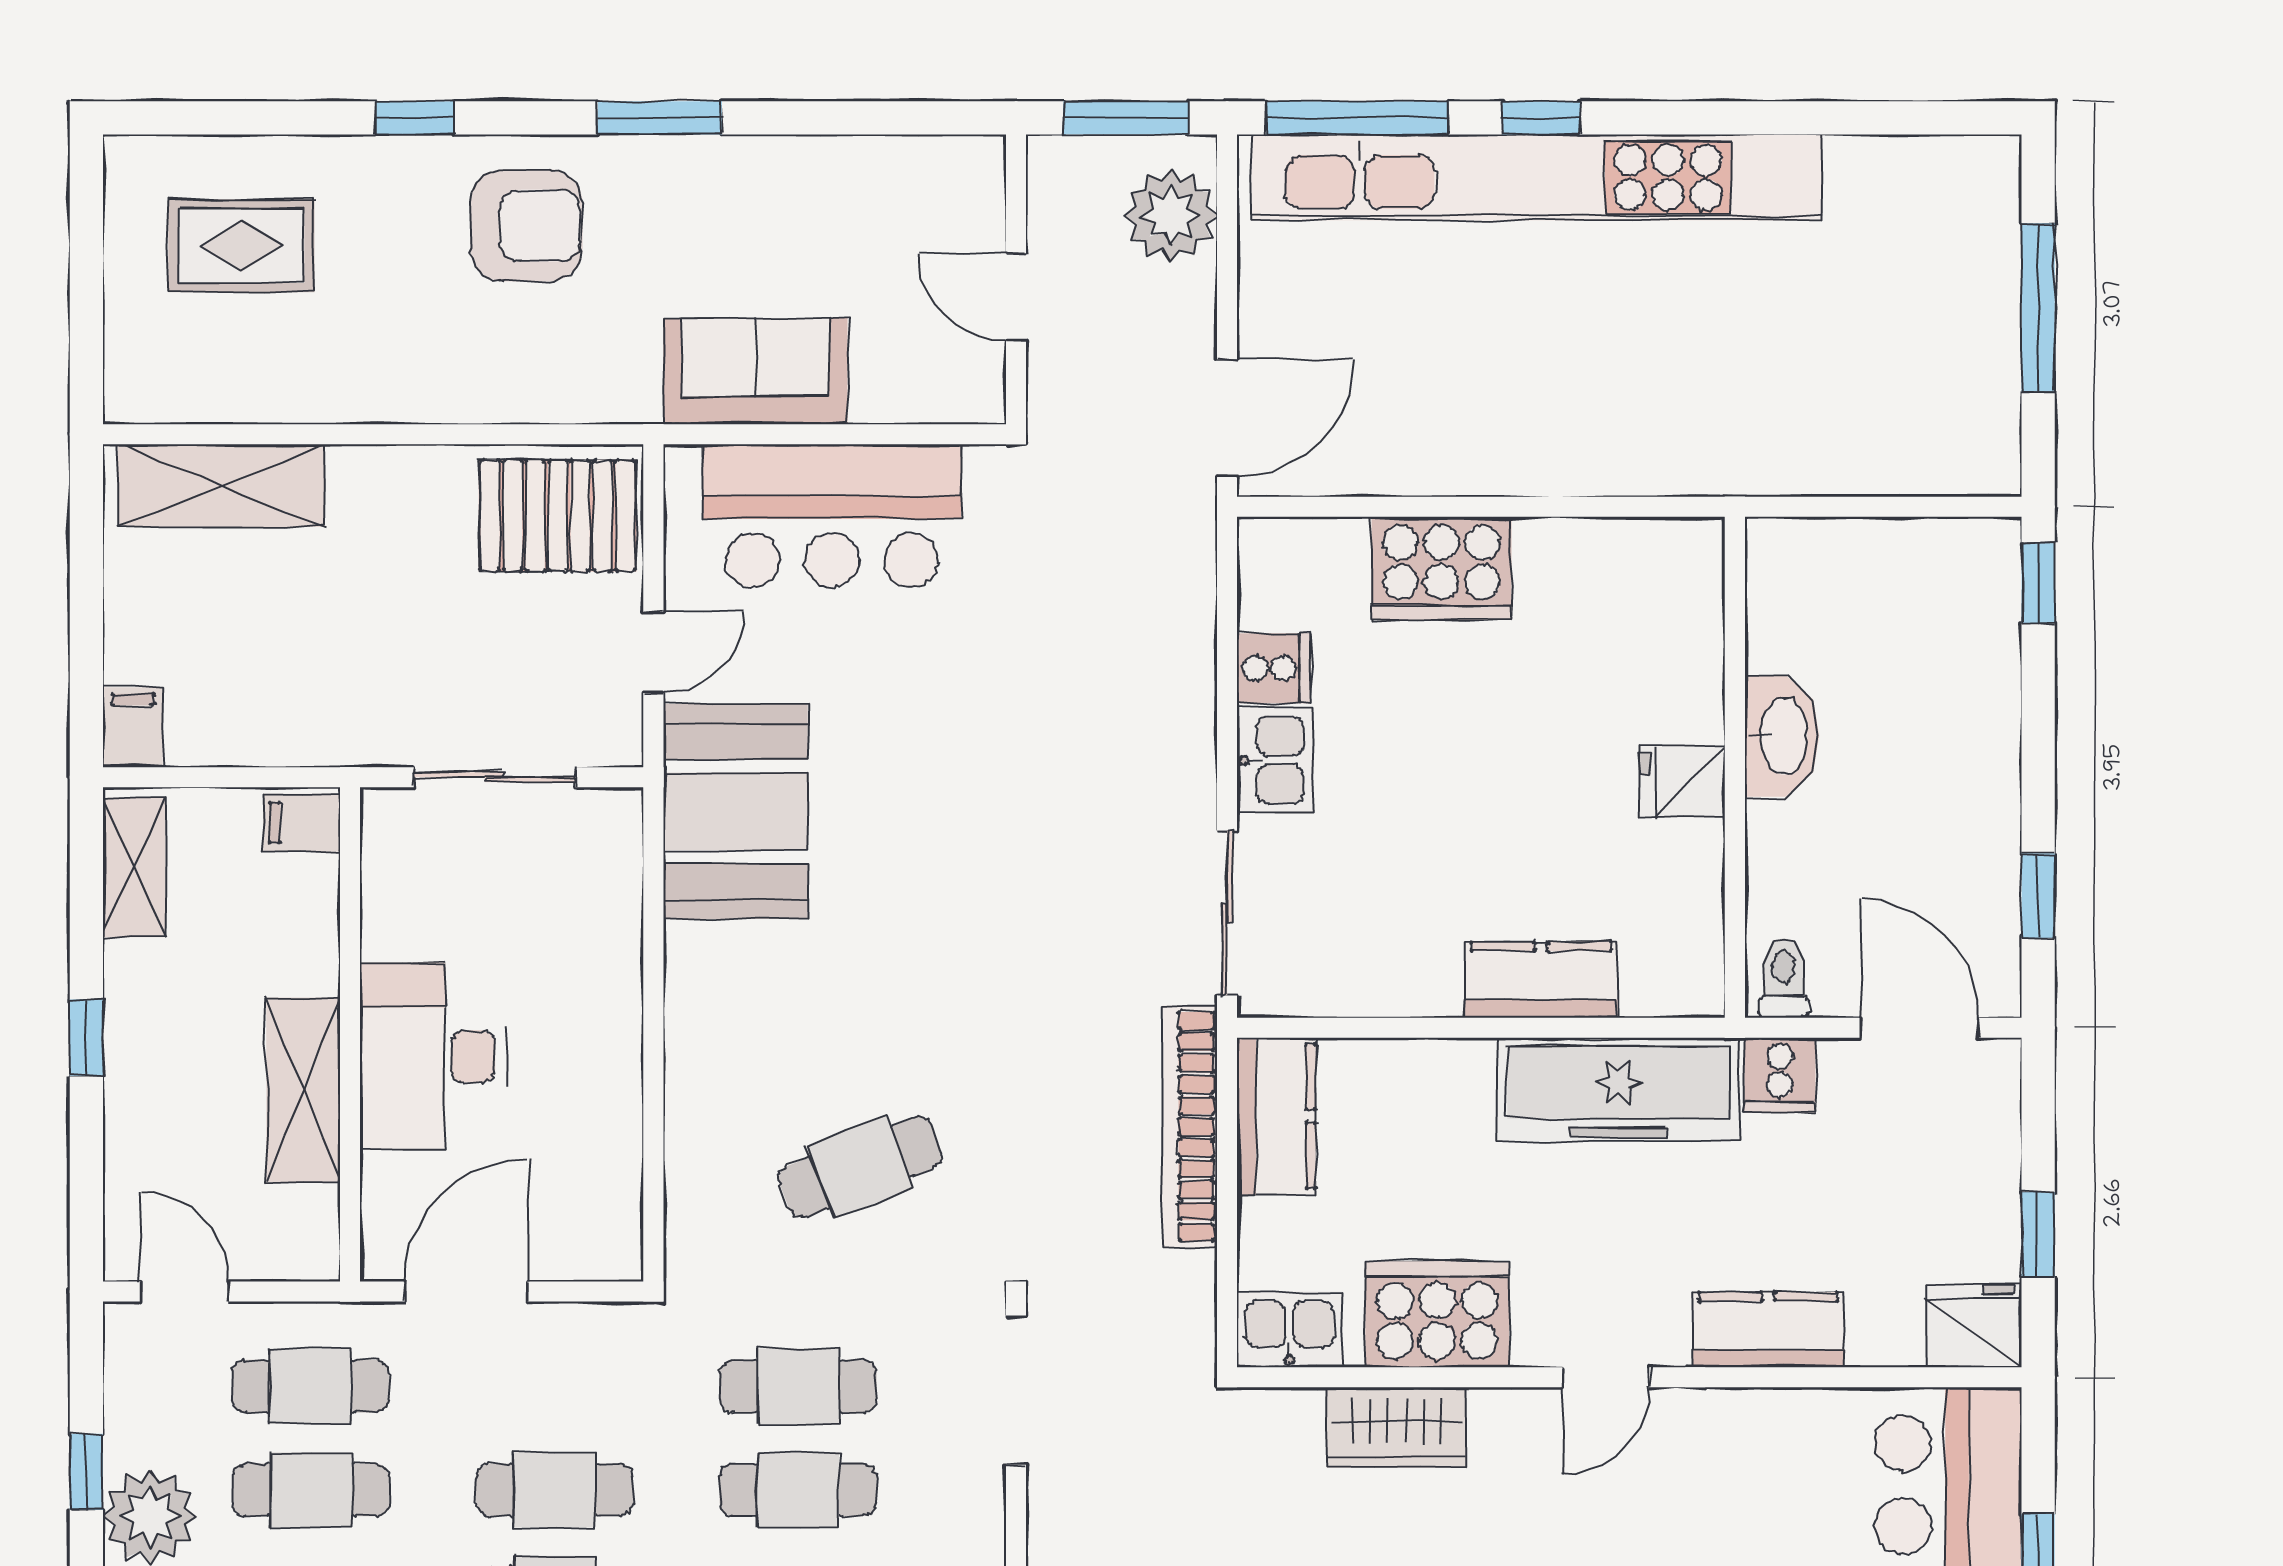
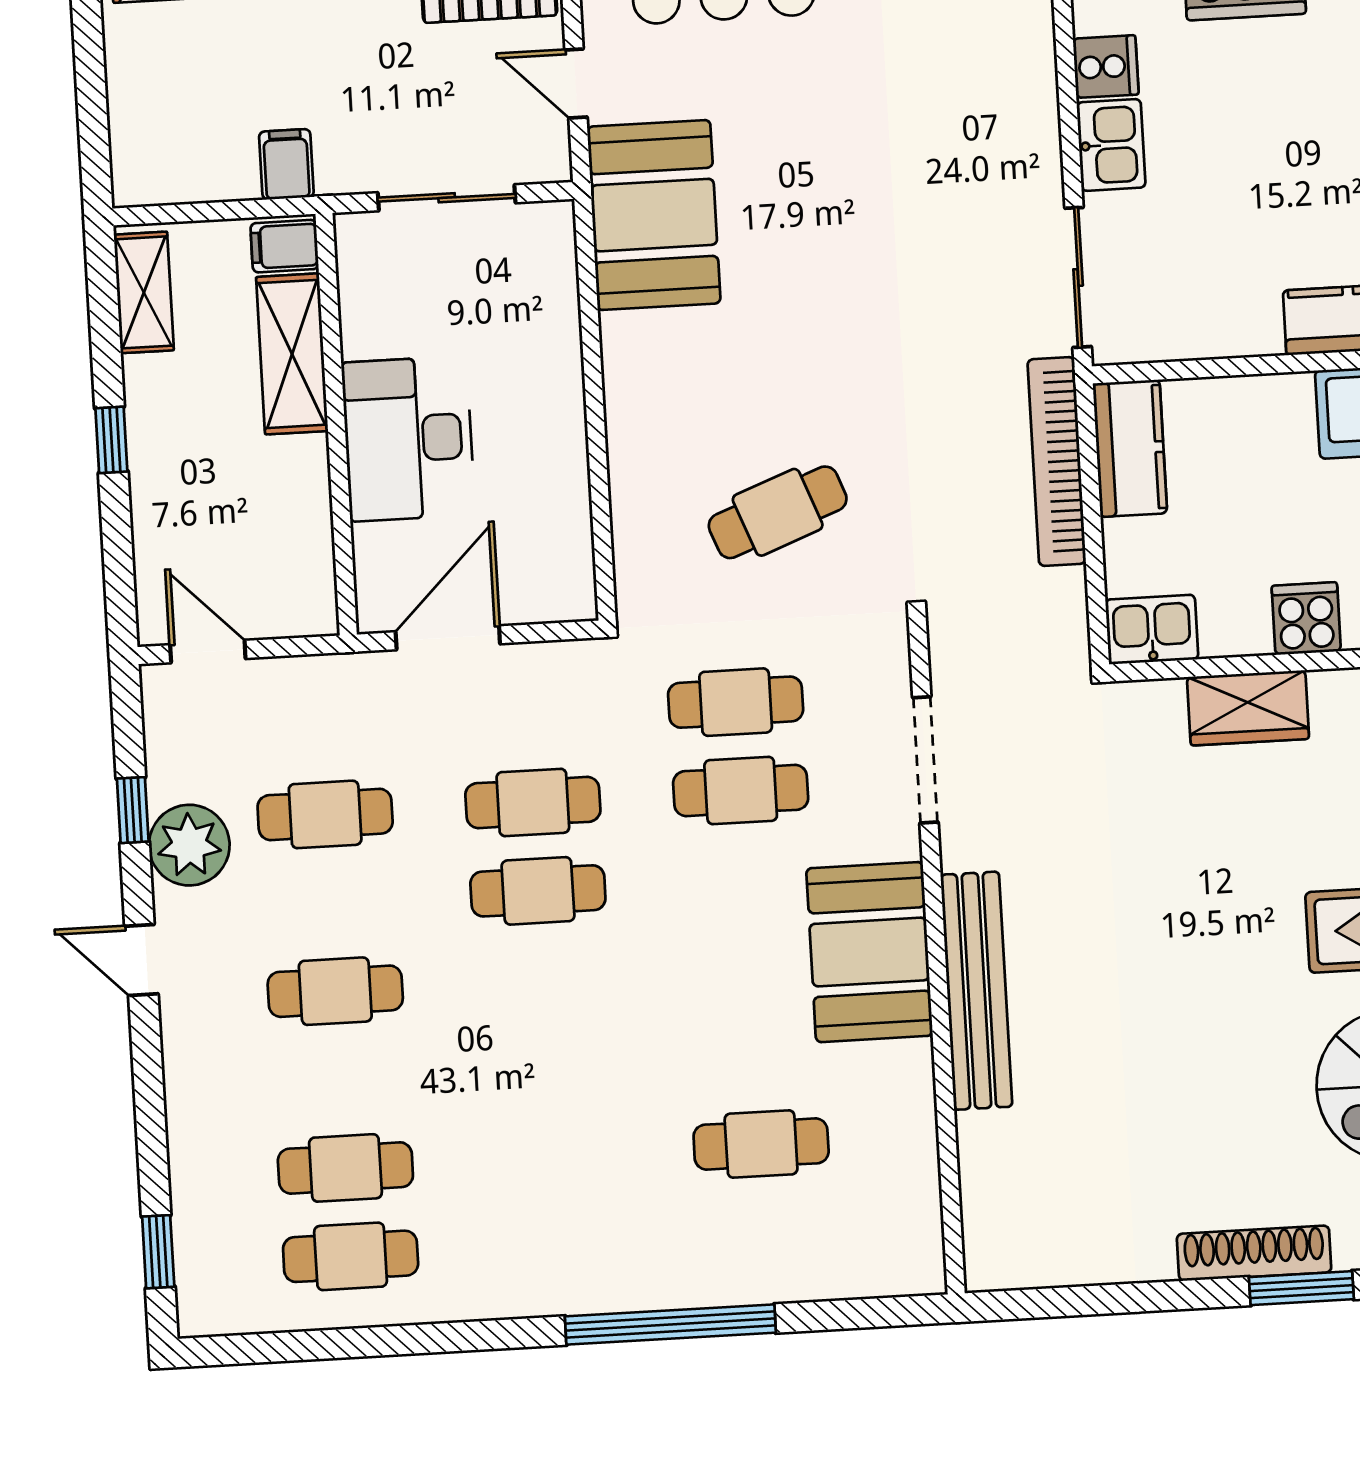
door: (653, 652) -> (576, 84), swing flipped
filing cabinet: (133, 727) -> (286, 164), moved
shelving: (303, 1090) -> (292, 354), moved
cooker: (1437, 1314) -> (1306, 618), width x0.53, depth x0.76
cafe table: (311, 1386) -> (320, 726), removed
doorway: (1016, 1391) -> (925, 760), moved

